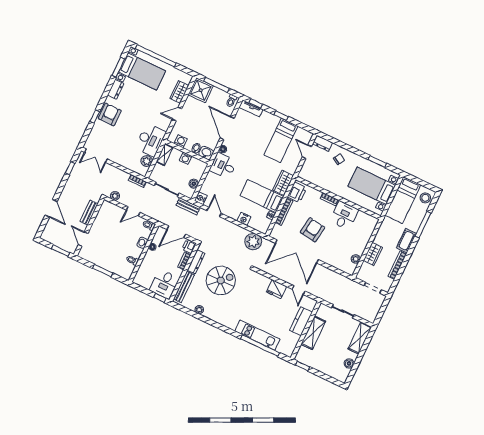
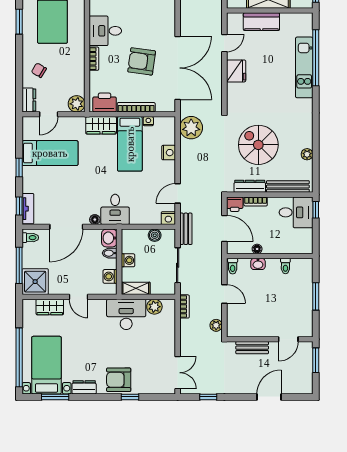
plant: (305, 174) -> (77, 104), added

